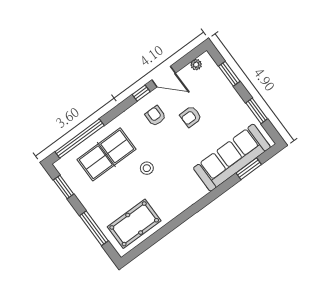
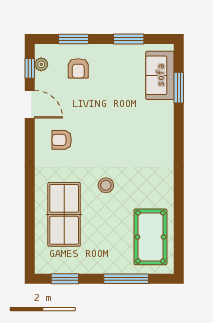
door: (164, 77) -> (30, 104), hinge flipped
window: (141, 93) -> (30, 68), moved
armchair: (191, 117) -> (78, 68), moved
window: (80, 139) -> (30, 229), removed
sofa: (232, 158) -> (160, 75), width x0.54, depth x0.79

